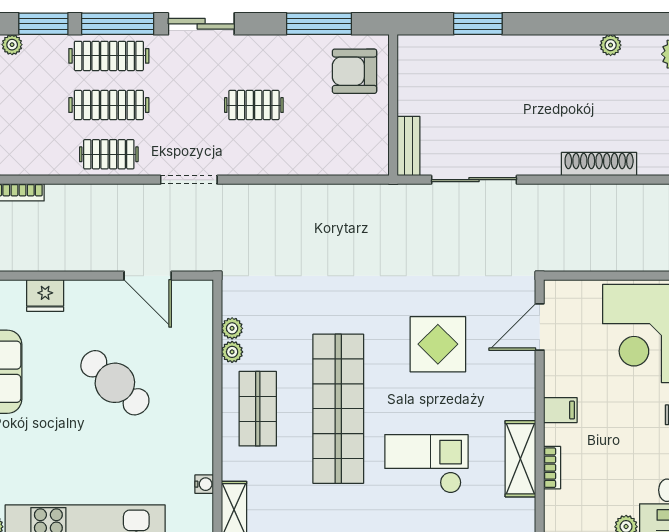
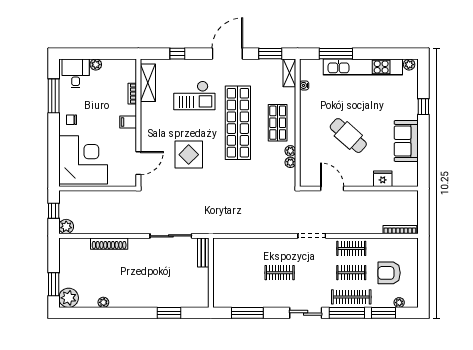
armchair: (355, 71) -> (389, 273), moved, turned 180
clothes rail: (109, 105) -> (351, 273), width x0.73
shelving: (520, 459) -> (148, 83), moved

